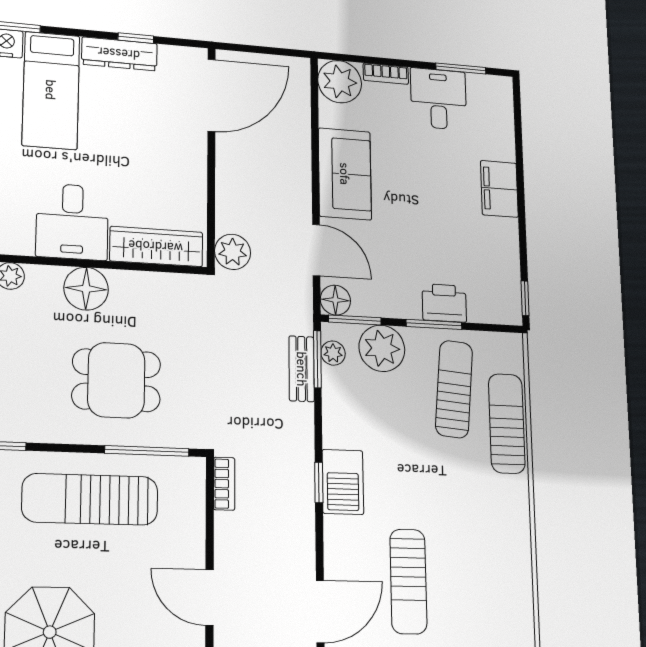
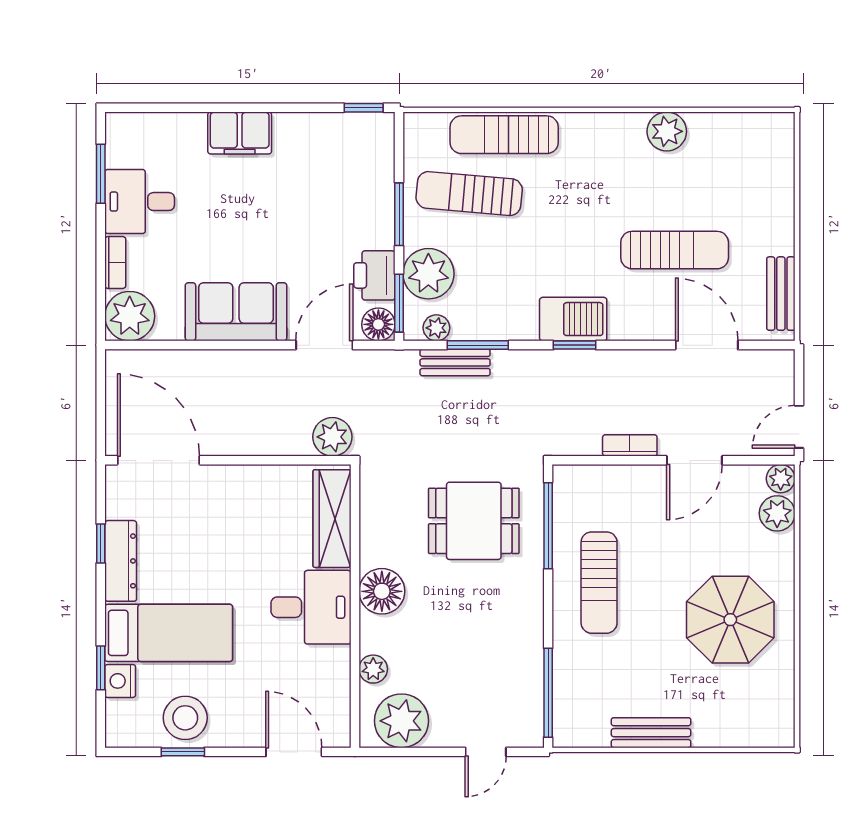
printer: (444, 303) -> (374, 275), moved
window: (317, 359) -> (478, 345), moved
dining table: (116, 380) -> (474, 521), moved, turned 90
bookcase: (224, 484) -> (630, 445), moved
sun lounger: (90, 499) -> (599, 583), width x0.73, depth x0.75
plant: (515, 576) -> (667, 131), added

